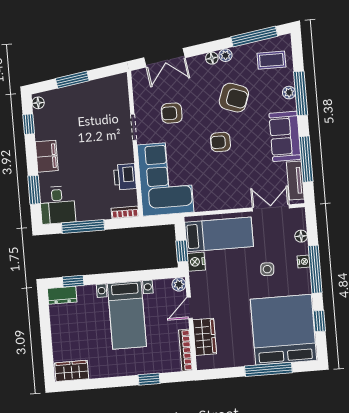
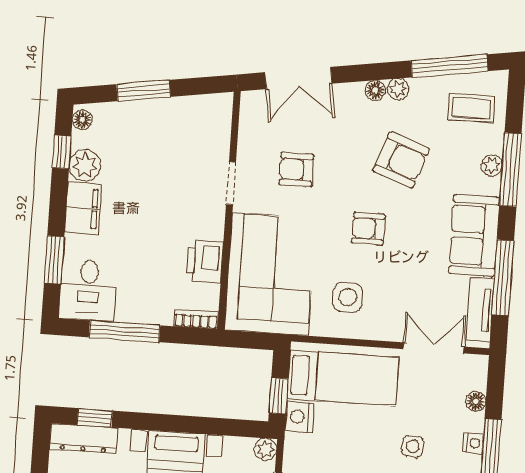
plant: (44, 130) -> (85, 165), added
side table: (214, 185) -> (348, 297), added
dresser: (62, 295) -> (84, 439), width x1.44

